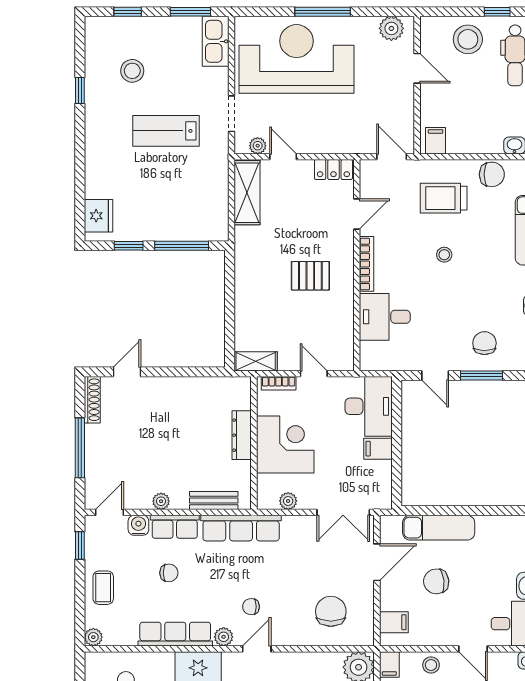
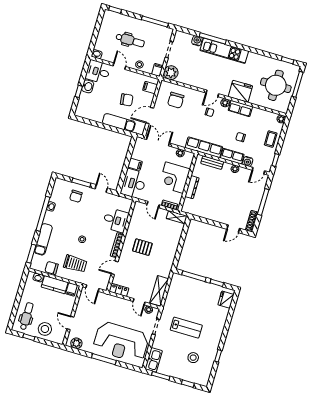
kitchen counter: (475, 140) -> (55, 285), added
row of seats: (175, 634) -> (240, 108), width x0.68

